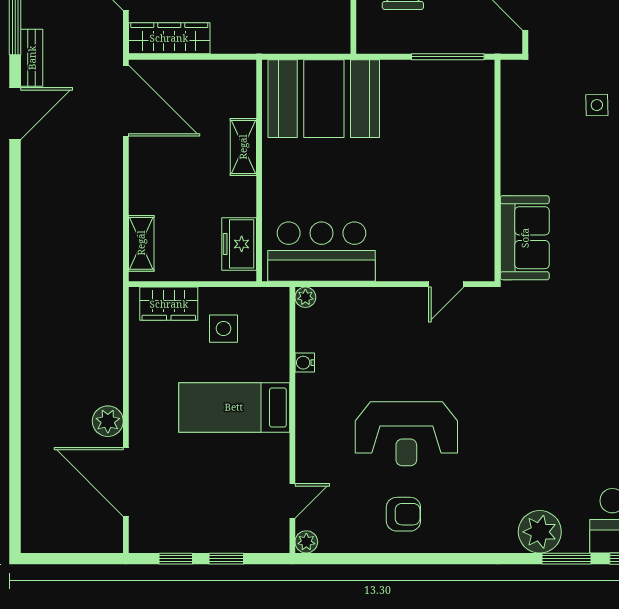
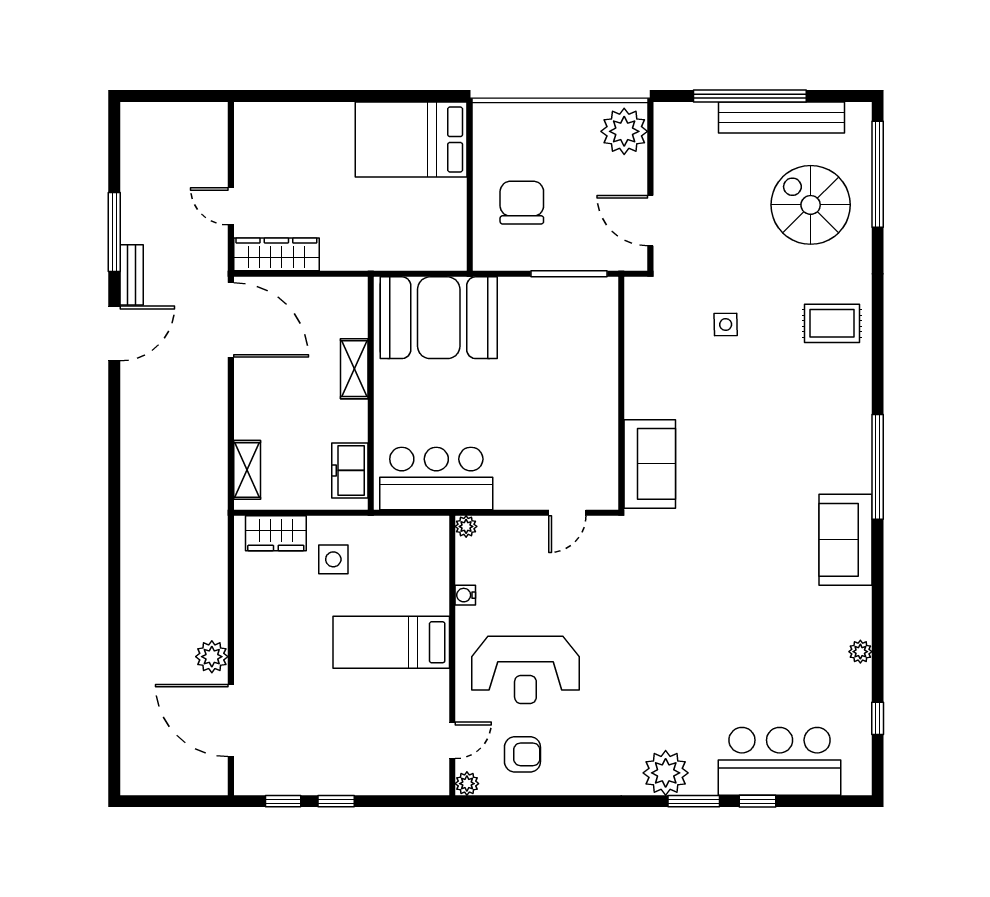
plant: (305, 297) -> (466, 526), moved
water cooler: (305, 363) -> (465, 595), moved
bed: (234, 407) -> (391, 642), moved
wall: (292, 420) -> (452, 655), moved
door: (292, 501) -> (452, 740), moved
plant: (306, 542) -> (467, 784), moved

